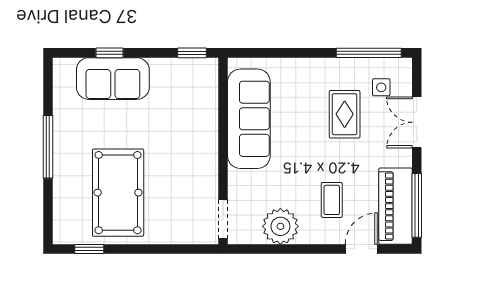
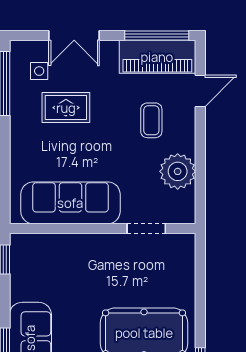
coffee table: (332, 200) -> (151, 120), turned 90
doorway: (223, 219) -> (146, 229), moved
door: (361, 249) -> (200, 91), swing flipped

